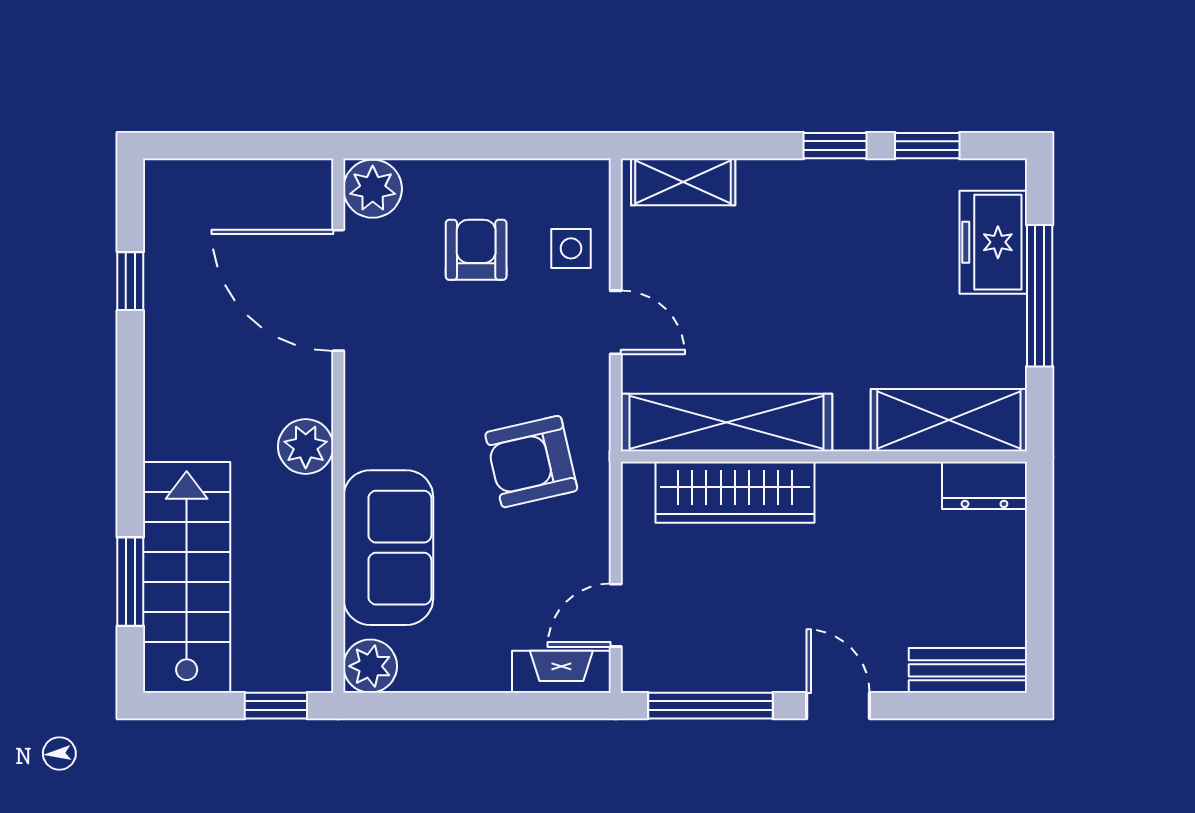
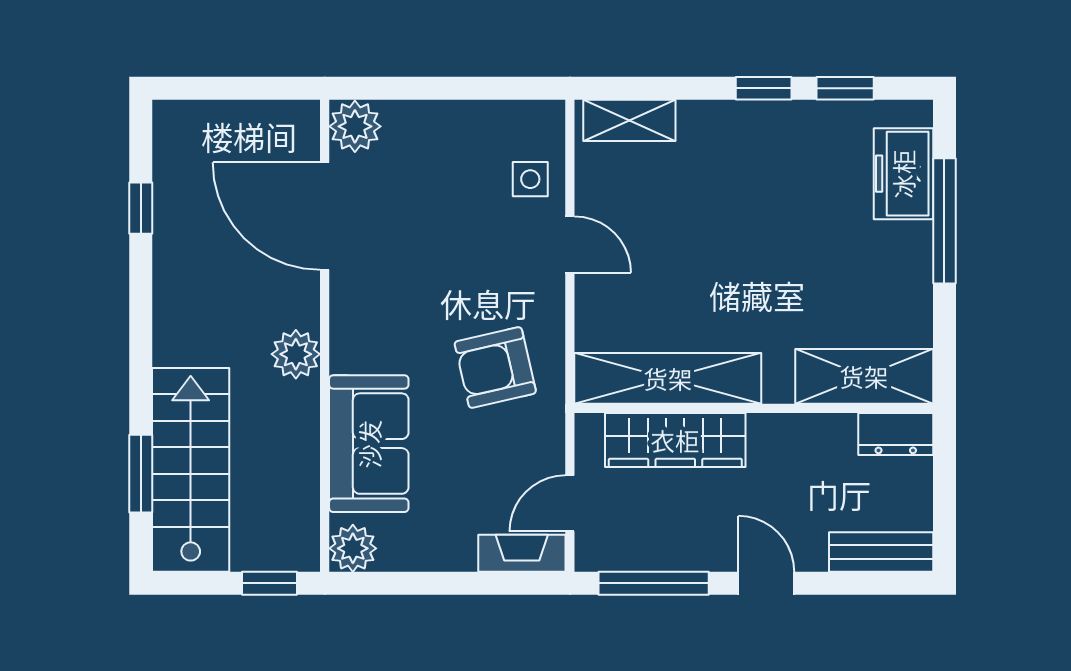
armchair: (476, 250) -> (446, 180), removed
shelving: (949, 420) -> (864, 376), moved
shelving: (726, 423) -> (668, 378), moved
wall: (824, 456) -> (754, 408), moved
dresser: (984, 485) -> (896, 434), moved
wardrobe: (735, 492) -> (675, 440), moved

